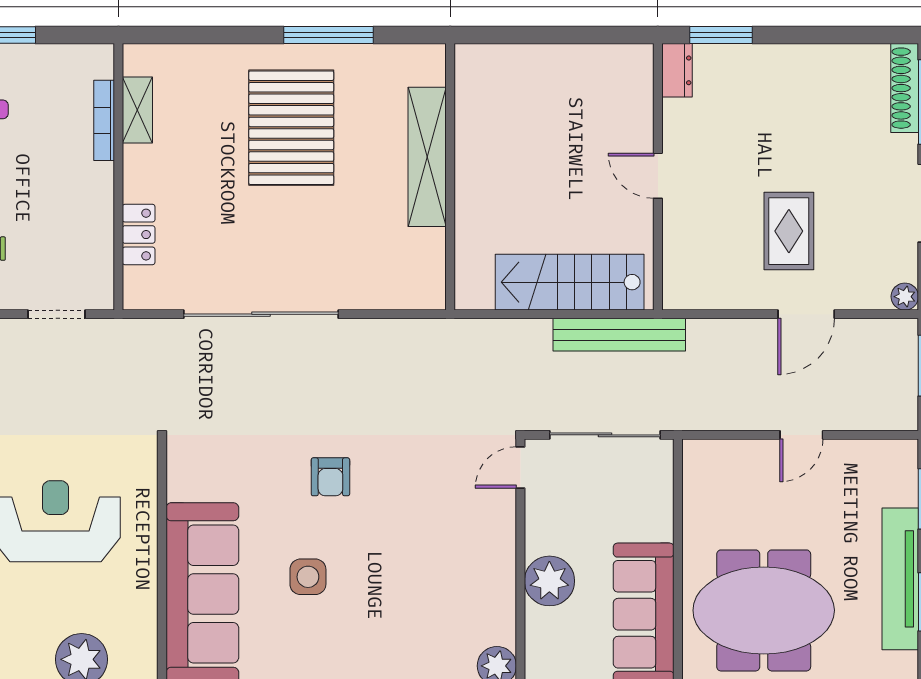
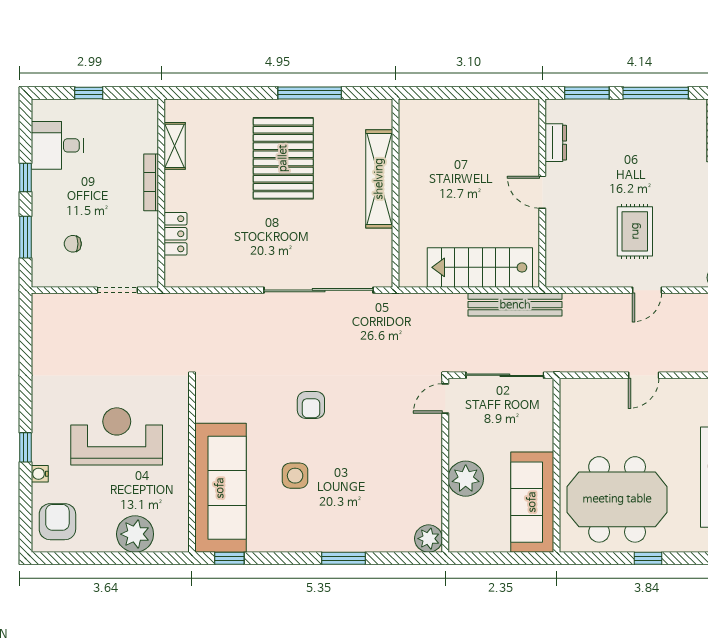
window: (818, 35) -> (656, 93), added
dresser: (677, 70) -> (556, 143), moved
bookcase: (104, 120) -> (151, 182), moved
sliding door: (261, 314) -> (319, 290), moved
door: (806, 314) -> (647, 290), width x0.73

